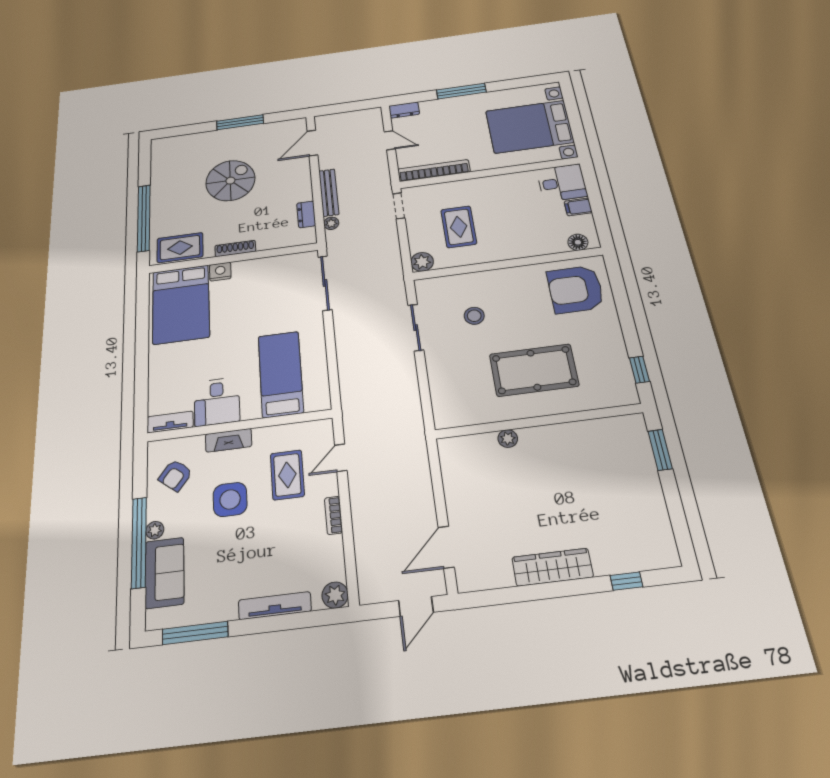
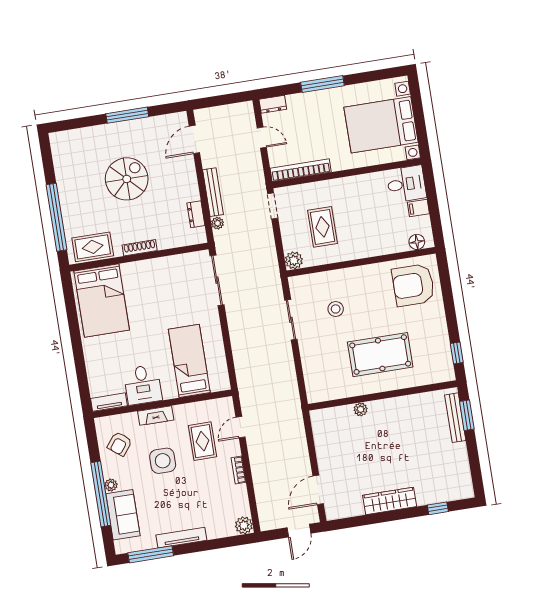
nightstand: (220, 272) -> (130, 270), removed
bench: (644, 453) -> (455, 418), added
tv unit: (275, 606) -> (181, 538), moved

